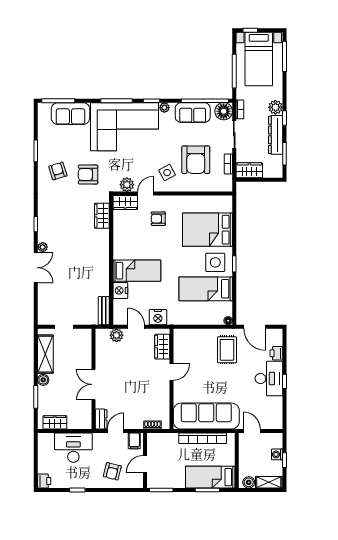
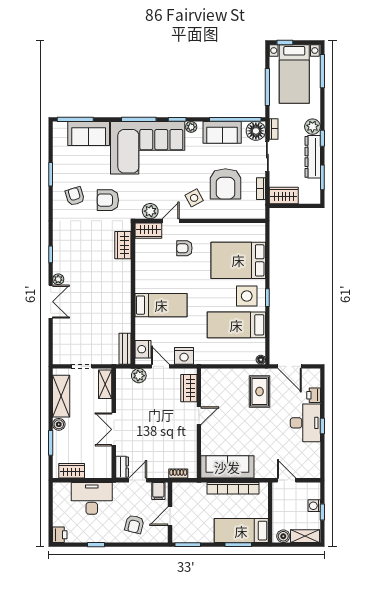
nightstand: (120, 290) -> (143, 349), moved
shelving: (86, 343) -> (105, 384), added
sofa: (206, 416) -> (227, 467), width x0.74, depth x0.79

